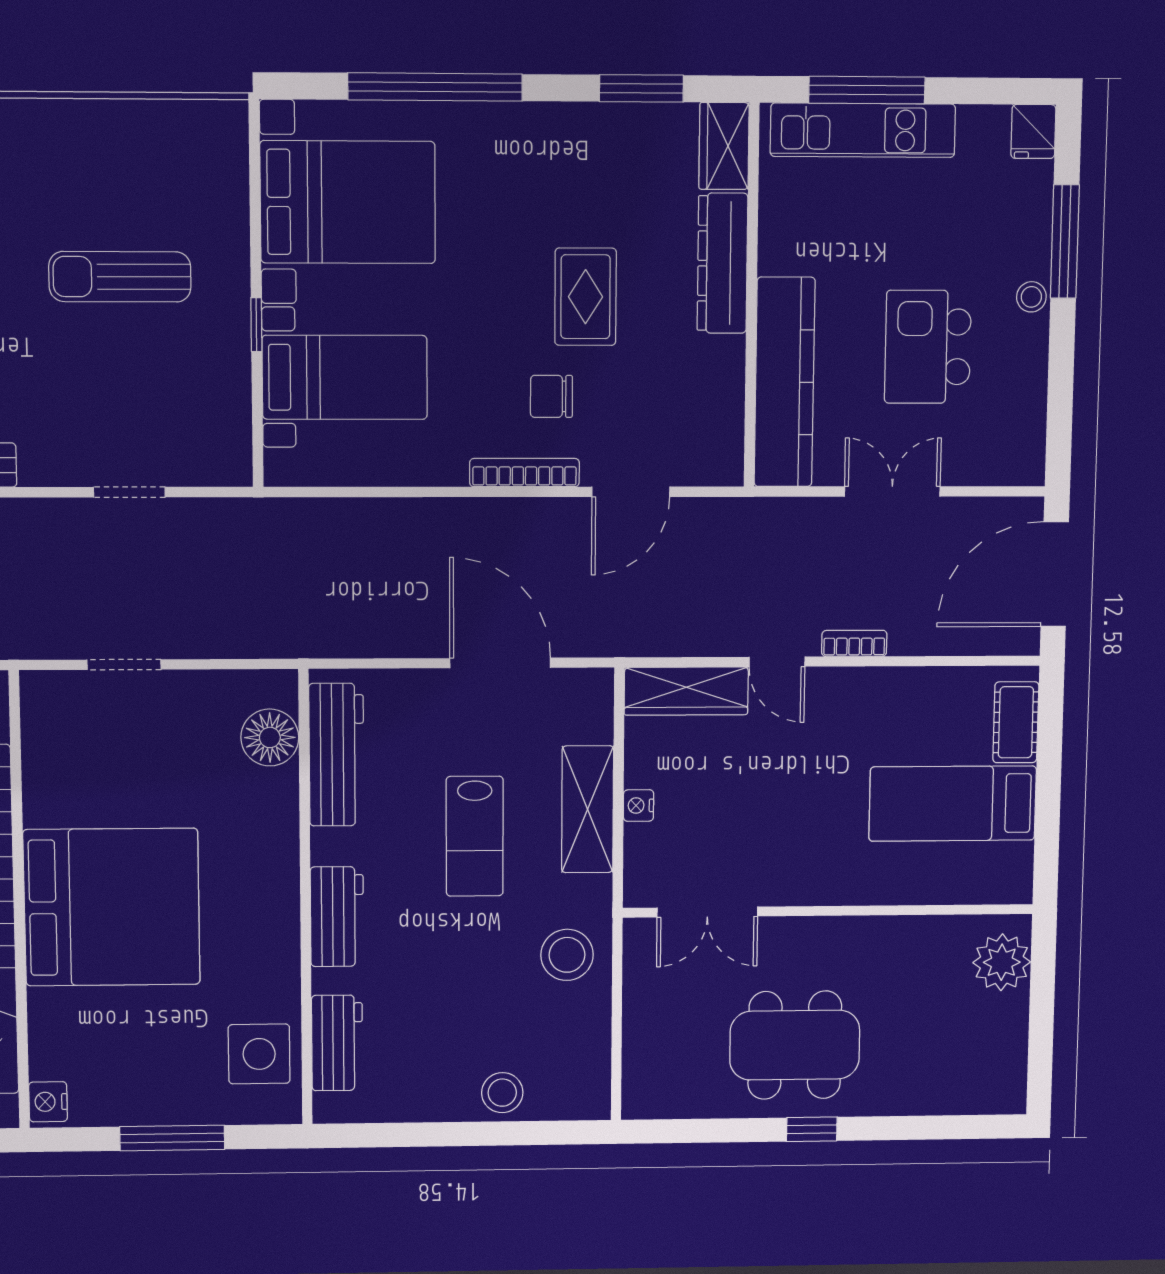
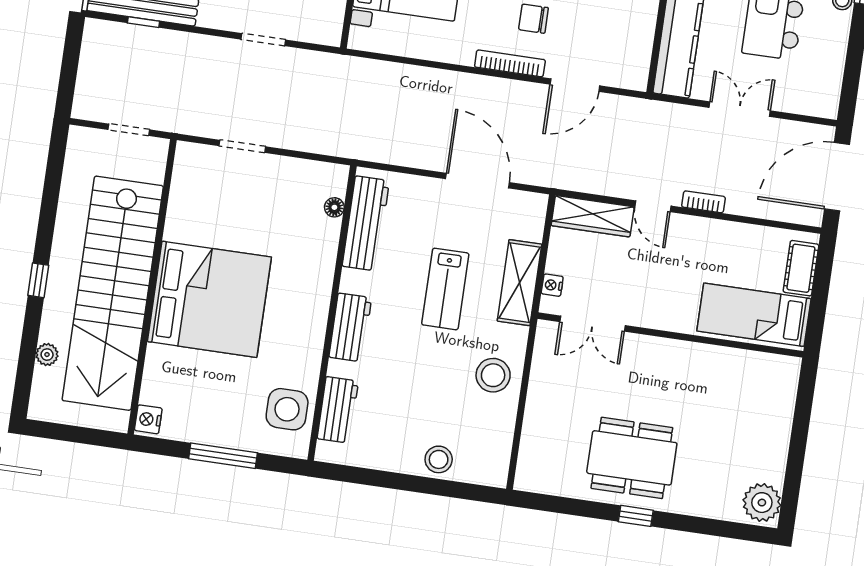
floor lamp: (270, 737) -> (334, 207), width x0.53, depth x0.53
wall: (828, 911) -> (670, 335), moved
double door: (707, 912) -> (592, 324), moved
plant: (1002, 962) -> (762, 503), moved

